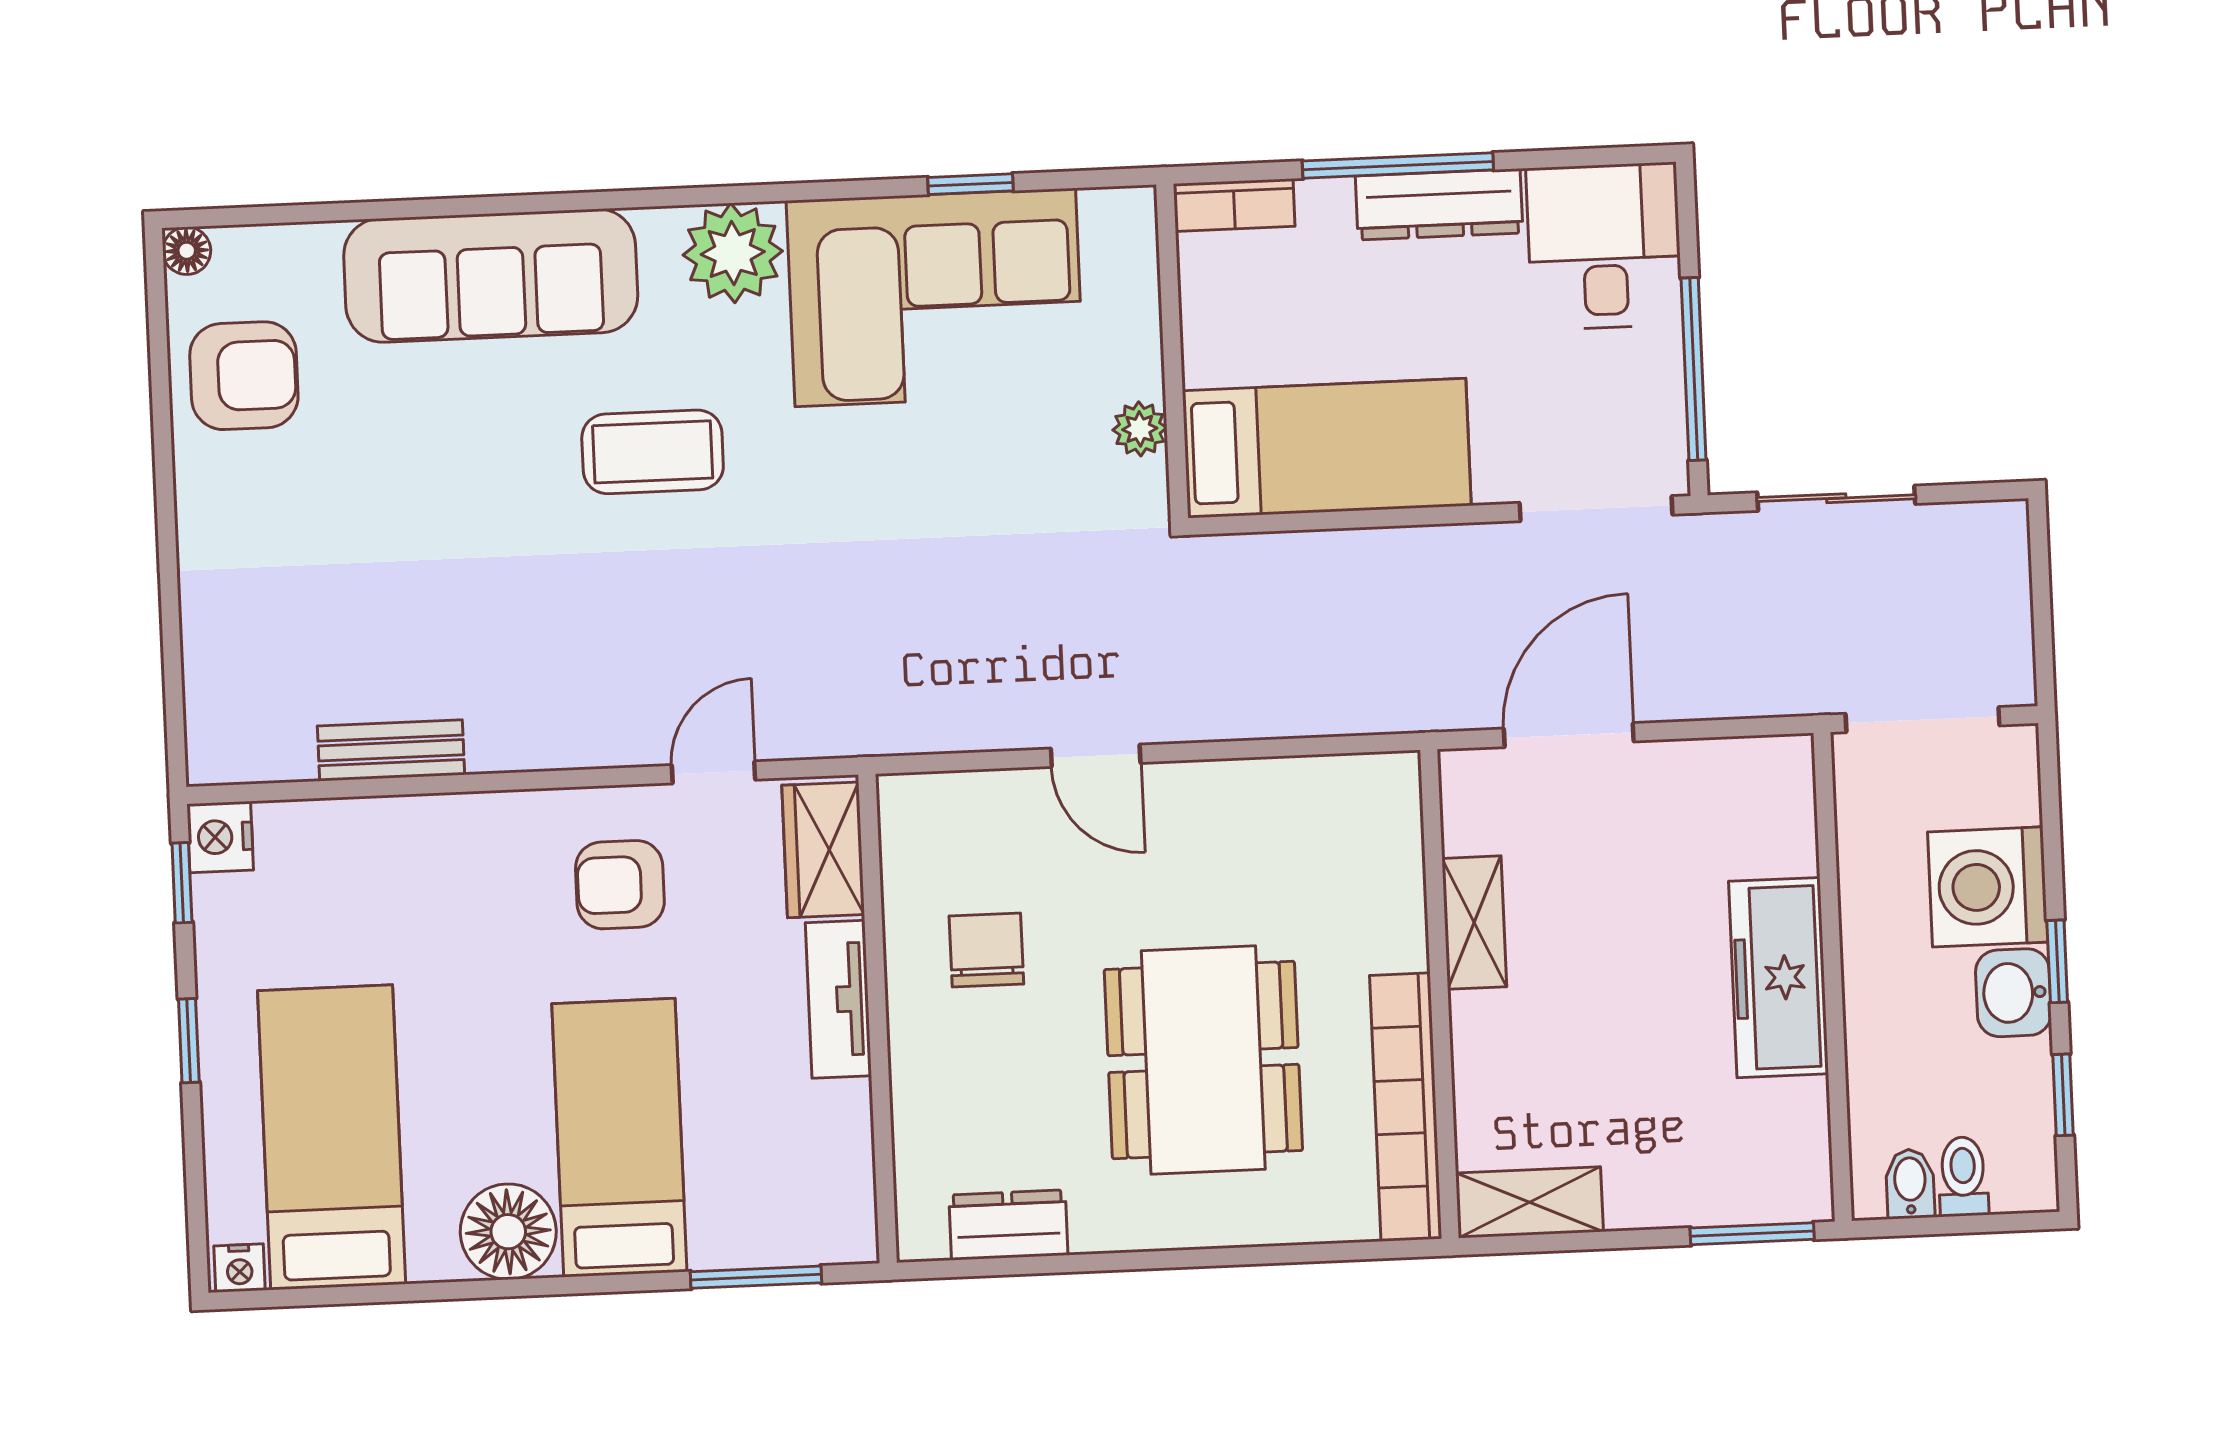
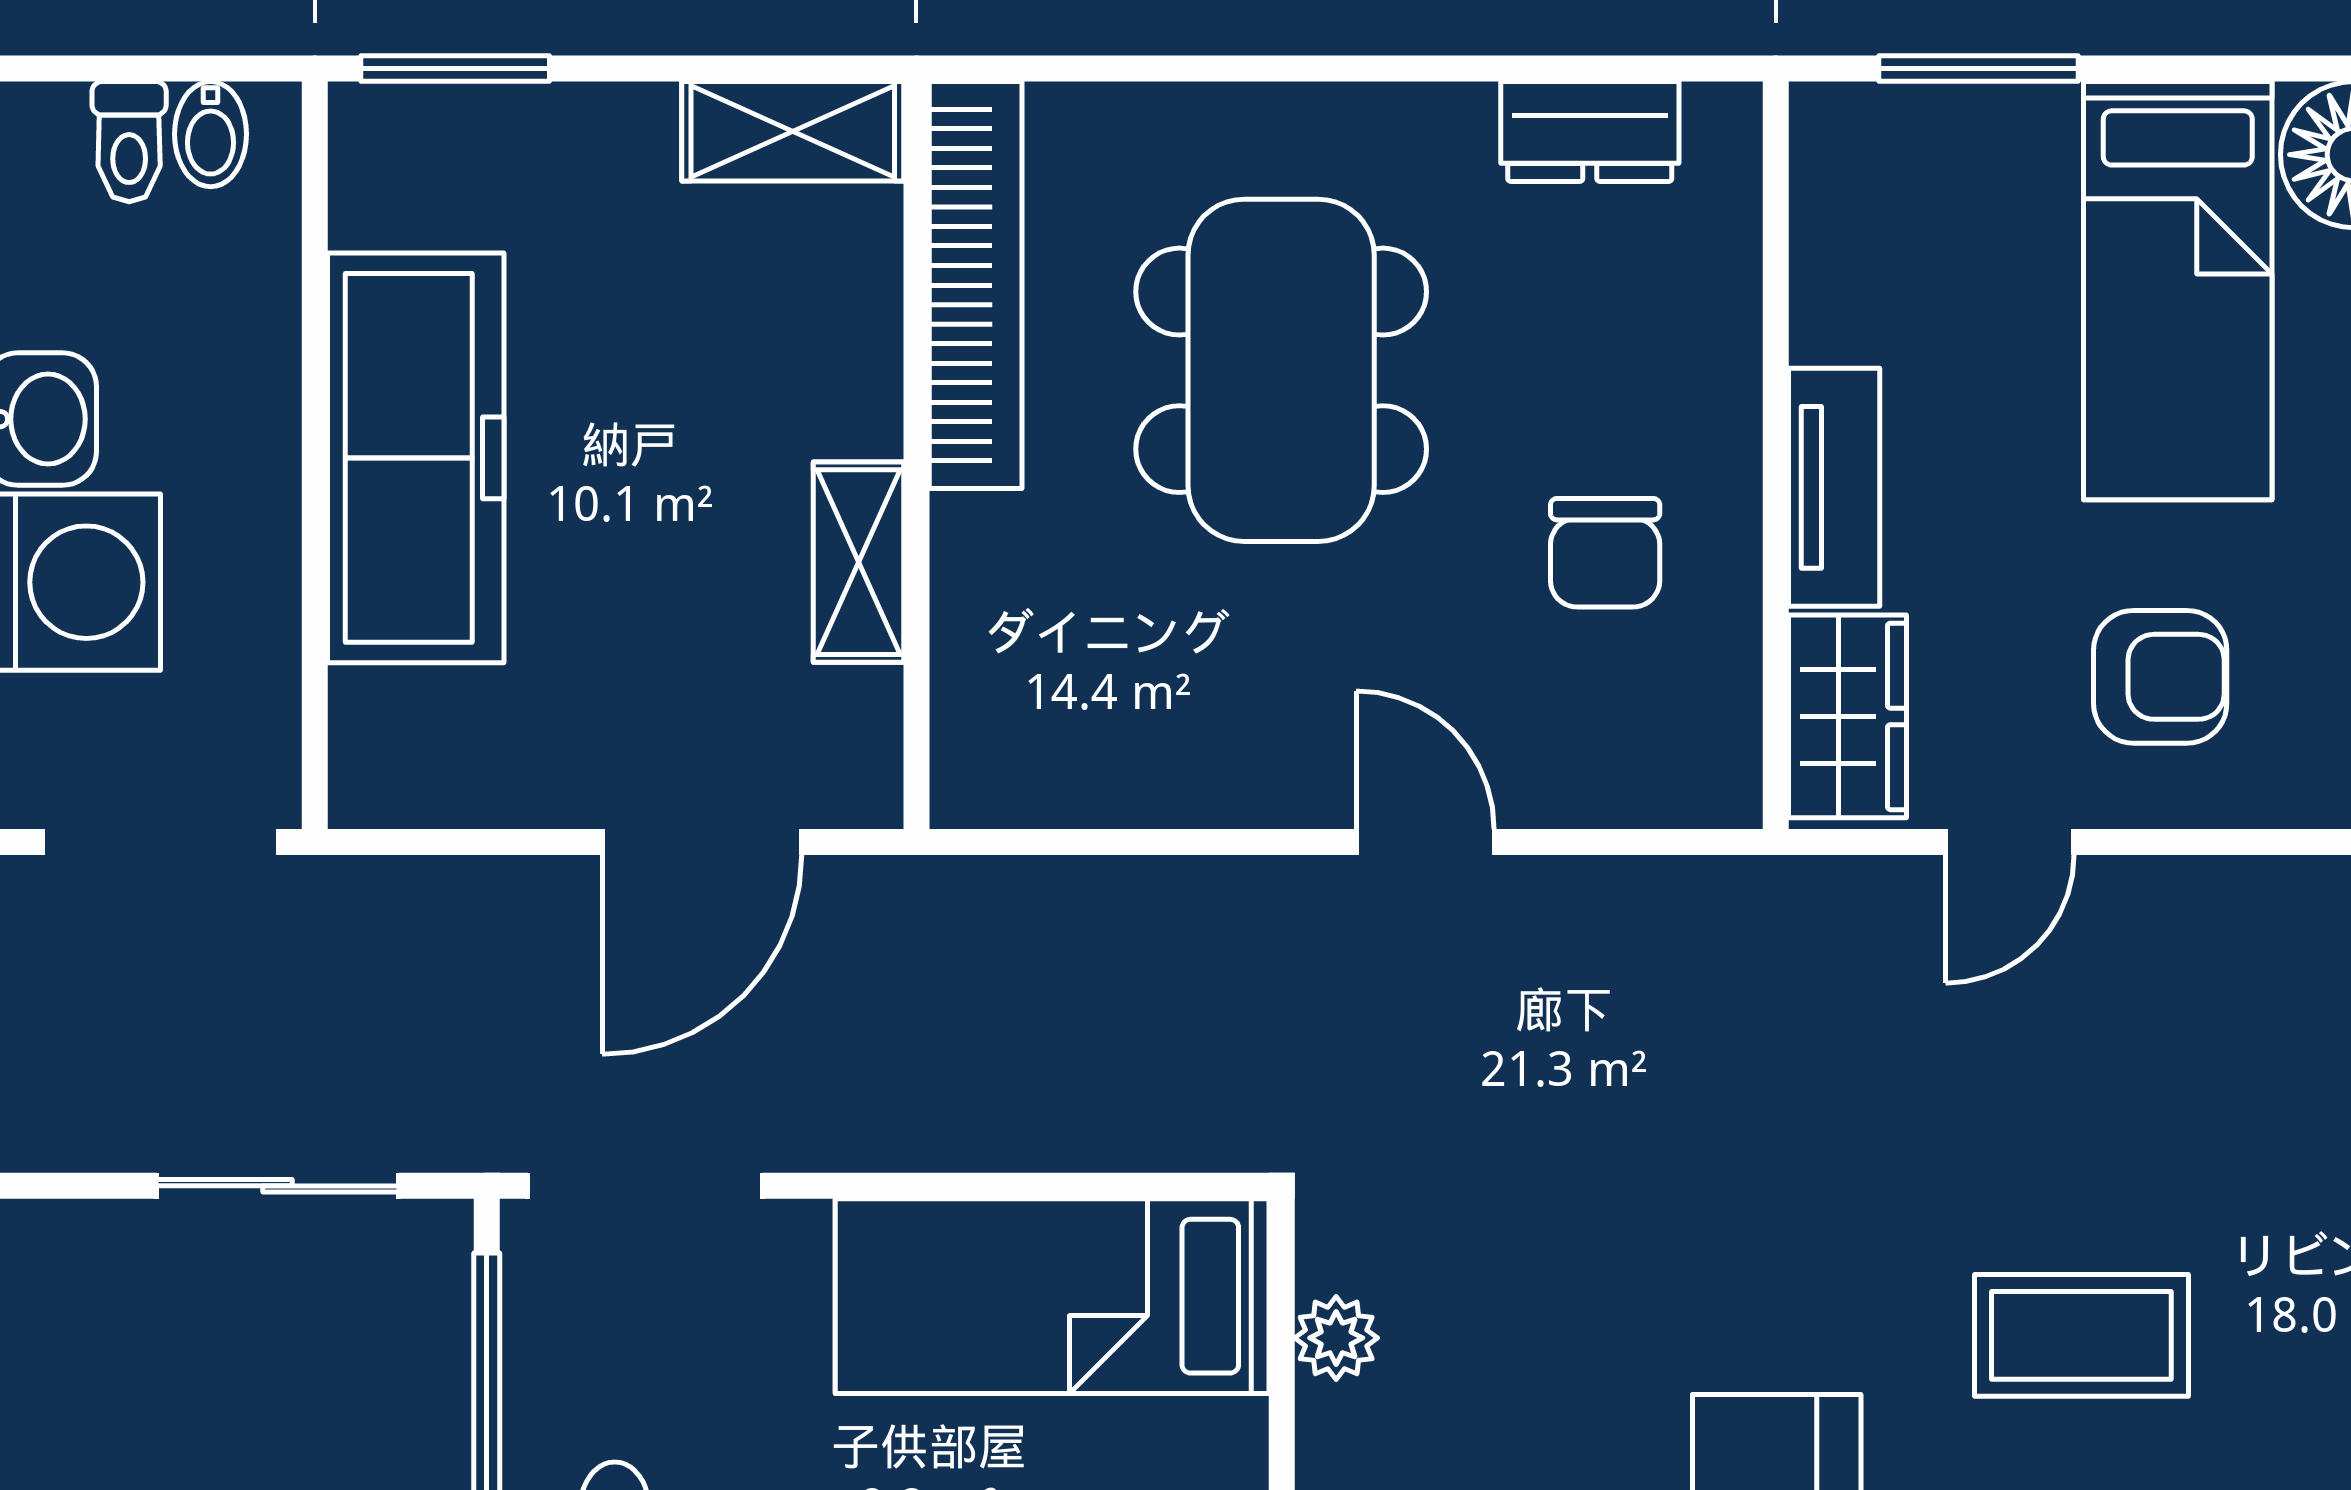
freezer: (1779, 978) -> (416, 458), width x1.36, depth x1.26

